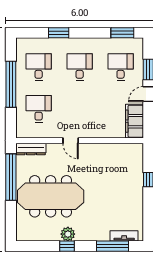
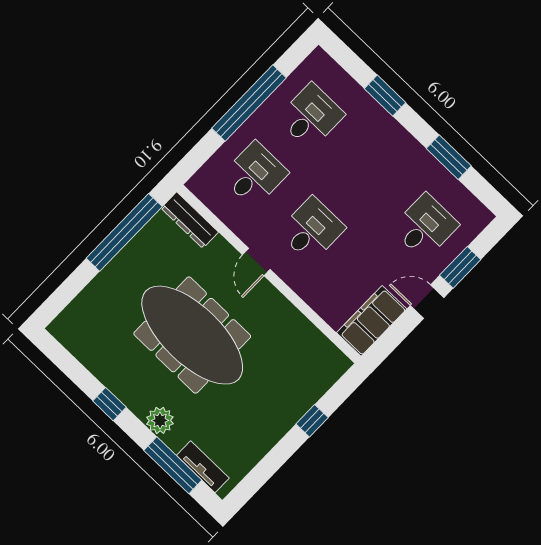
window: (122, 33) -> (449, 157), moved
desk: (80, 67) -> (312, 230), moved
meeting table: (51, 196) -> (192, 335), moved
plant: (68, 234) -> (160, 420), moved

